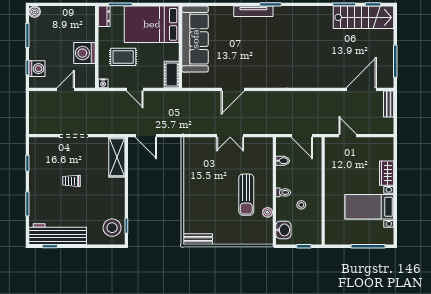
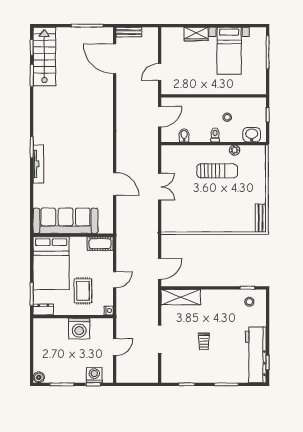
door: (66, 89) -> (115, 347), swing flipped
stool: (112, 228) -> (249, 302), width x0.53, depth x0.53

